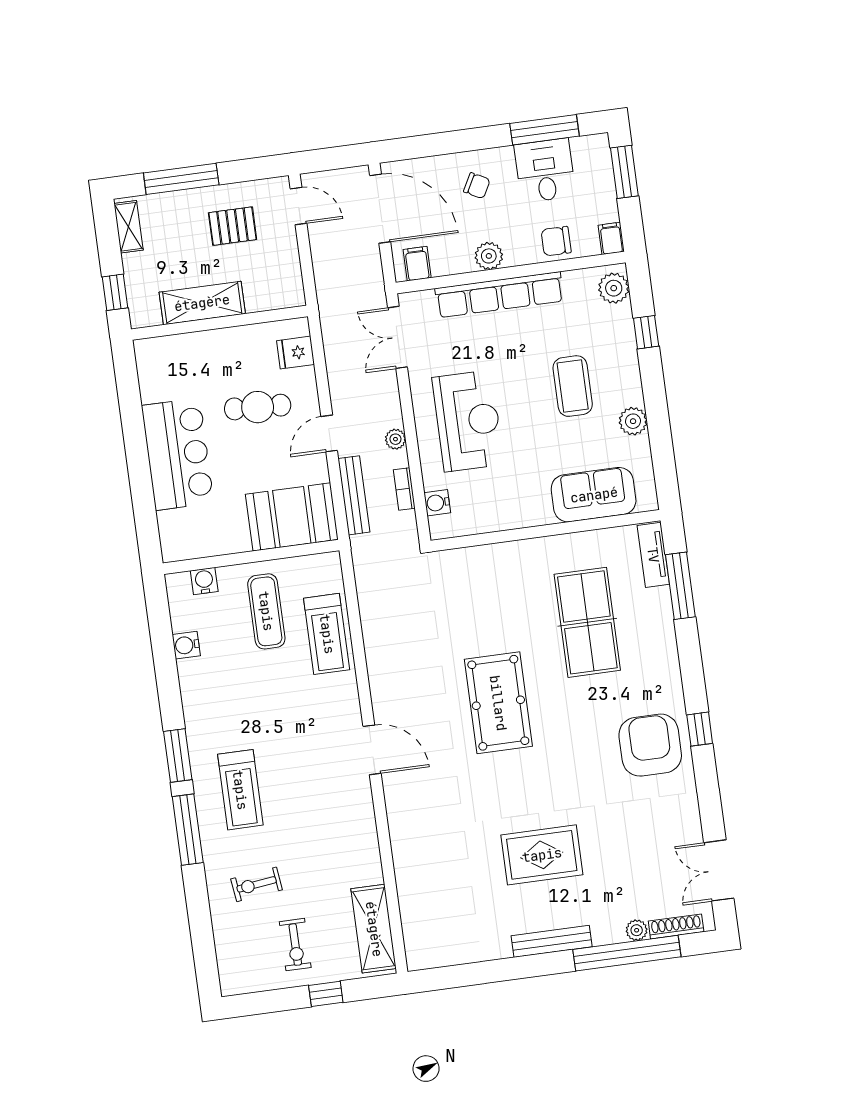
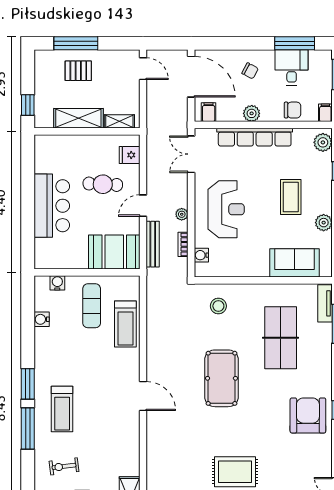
pallet: (233, 226) -> (78, 71), moved
shelving: (128, 227) -> (119, 121), moved, turned 90
chair: (556, 241) -> (293, 110), turned 180
stool: (477, 583) -> (218, 306), added

